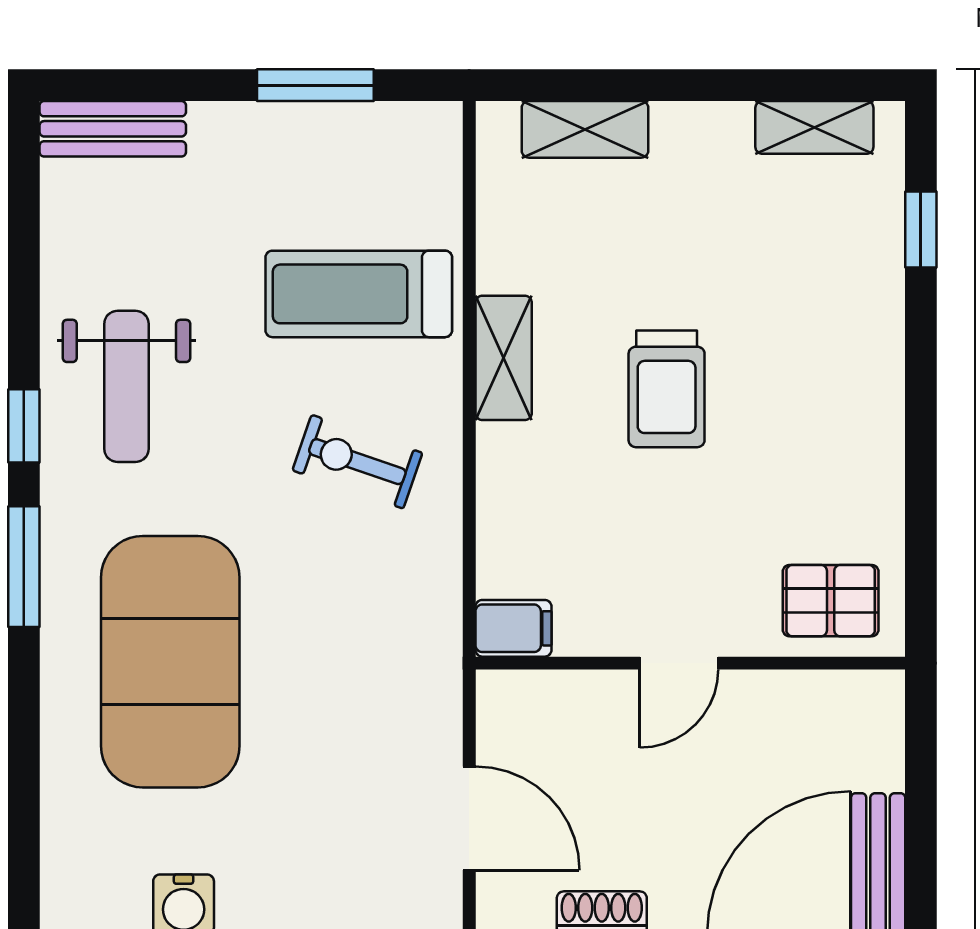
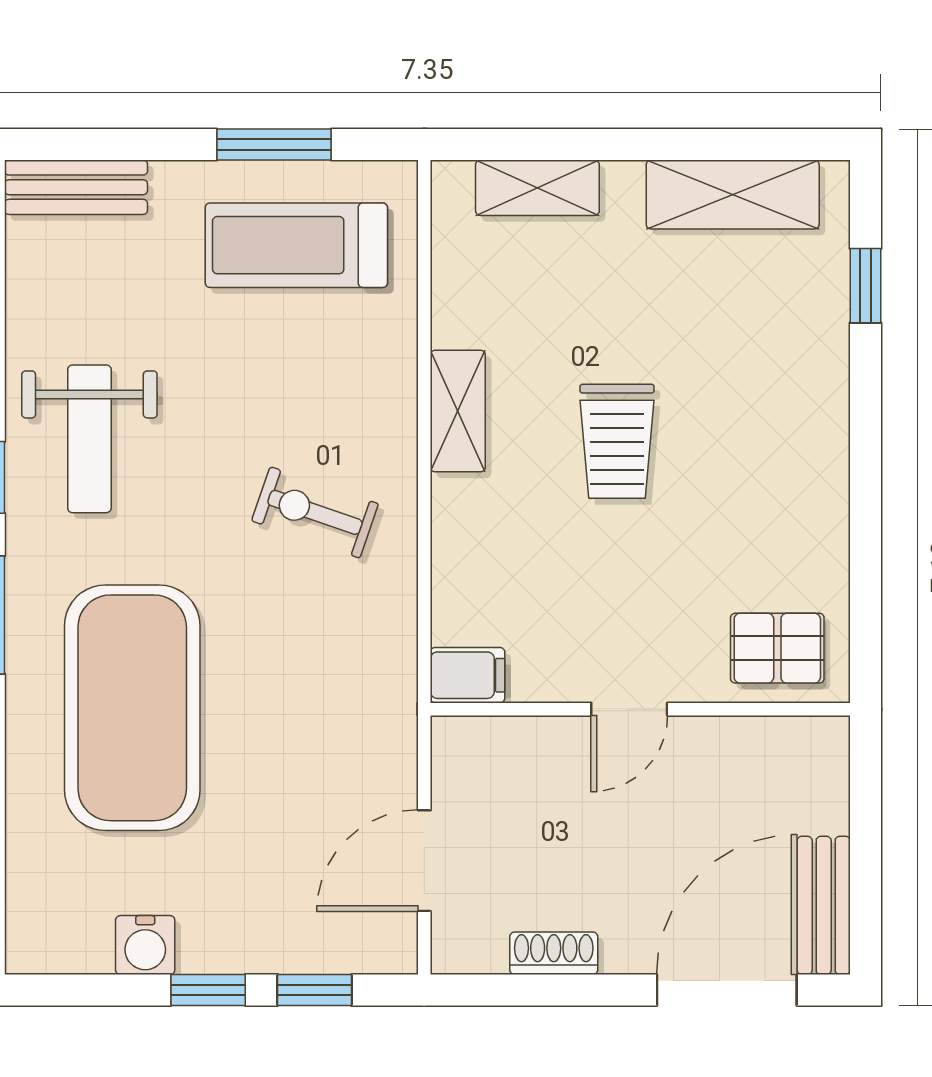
shelving: (814, 127) -> (733, 194), width x1.50, depth x1.33
treadmill: (359, 294) -> (296, 245), moved
door: (469, 818) -> (424, 861), swing flipped

